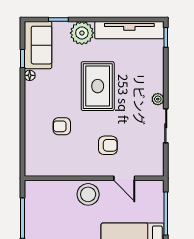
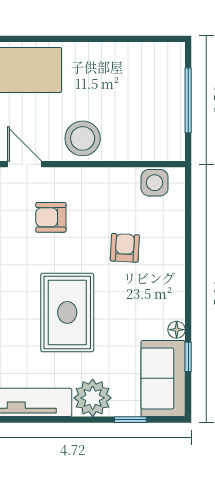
armchair: (62, 126) -> (125, 248), turned -87
side table: (43, 167) -> (155, 183), added

